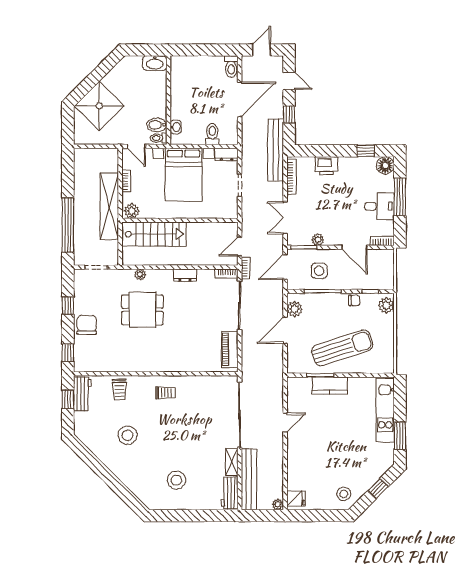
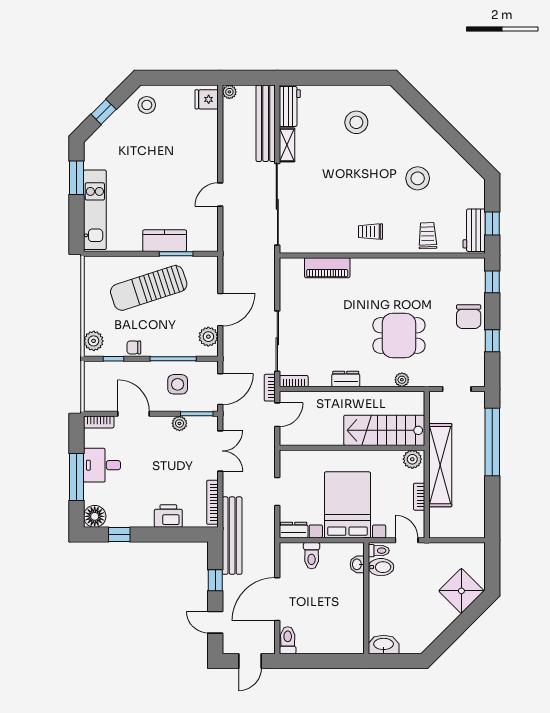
shower: (99, 106) -> (461, 591), width x0.73, depth x0.73
piano: (230, 349) -> (327, 268), moved, turned 90

